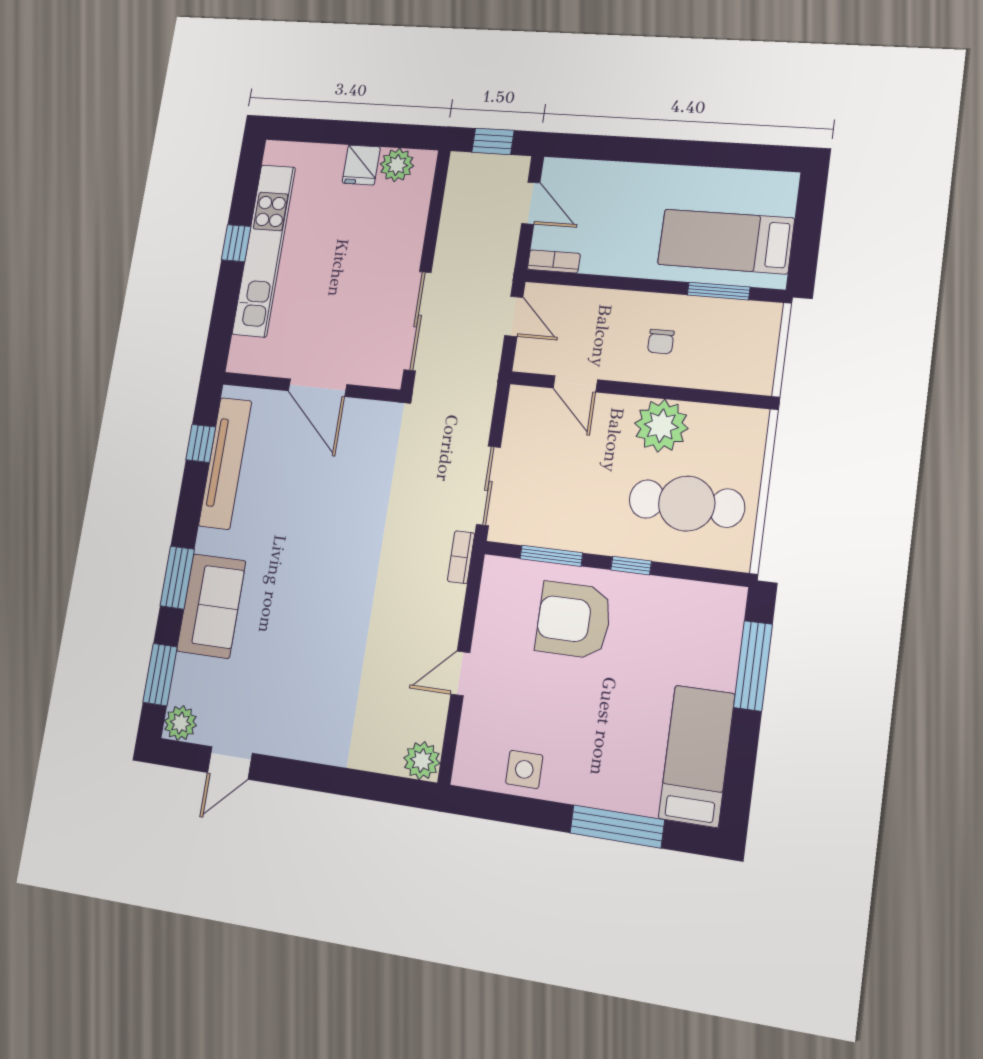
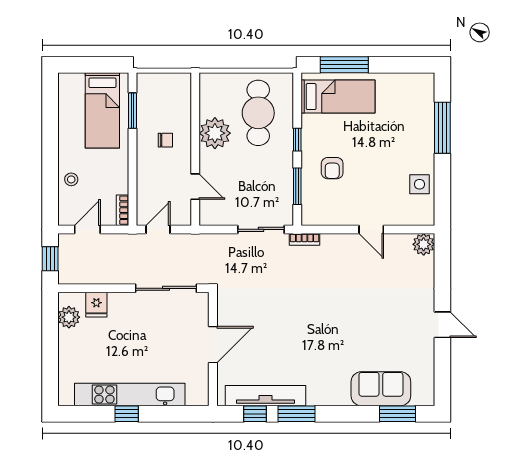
fridge: (361, 165) -> (96, 305), moved, turned 90
stool: (616, 183) -> (71, 179), added
door: (575, 384) -> (195, 187), hinge flipped
window: (177, 578) -> (296, 414), moved
sofa: (211, 606) -> (381, 389), moved
armchair: (574, 620) -> (332, 168), width x0.53, depth x0.53
plant: (180, 723) -> (424, 395), removed
bed: (697, 756) -> (338, 97), moved, turned 180
door: (230, 763) -> (442, 325), moved

